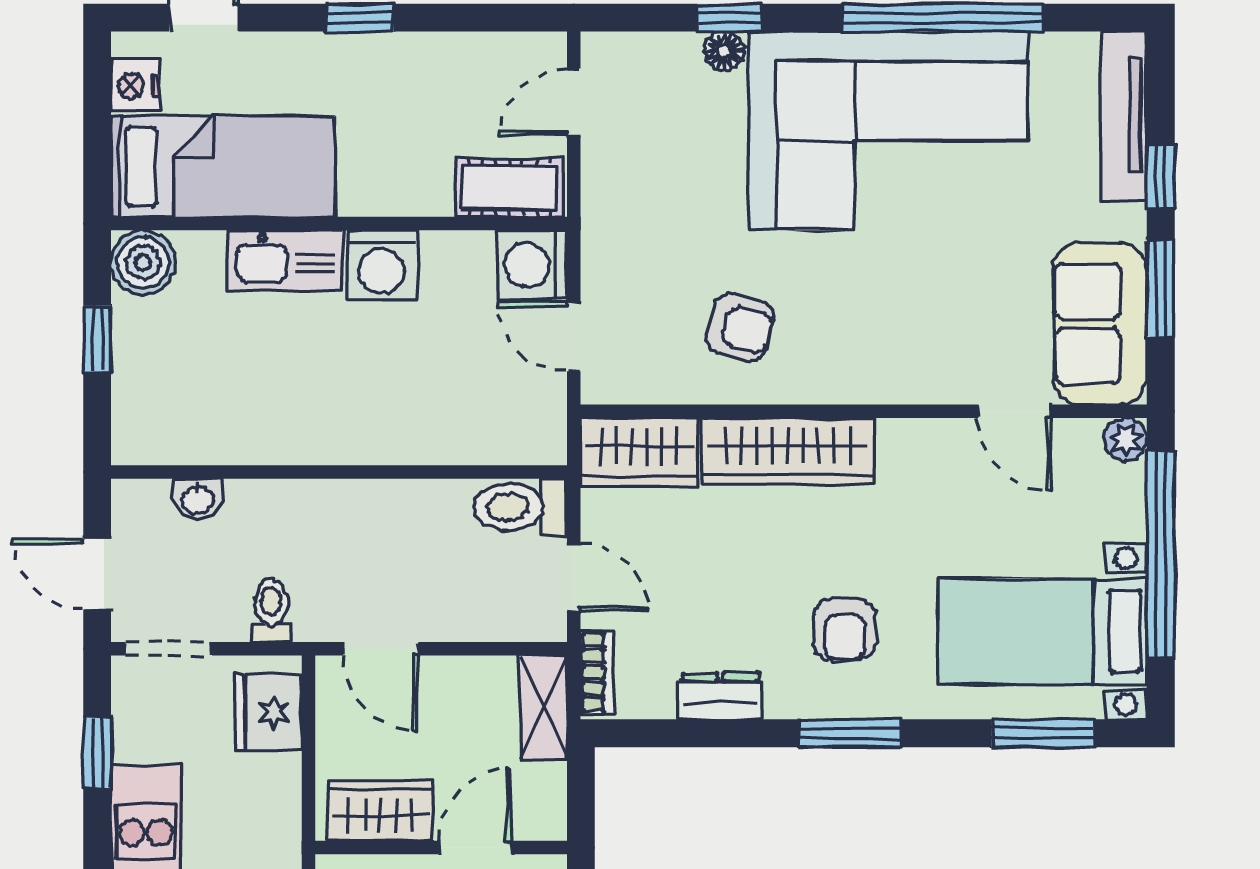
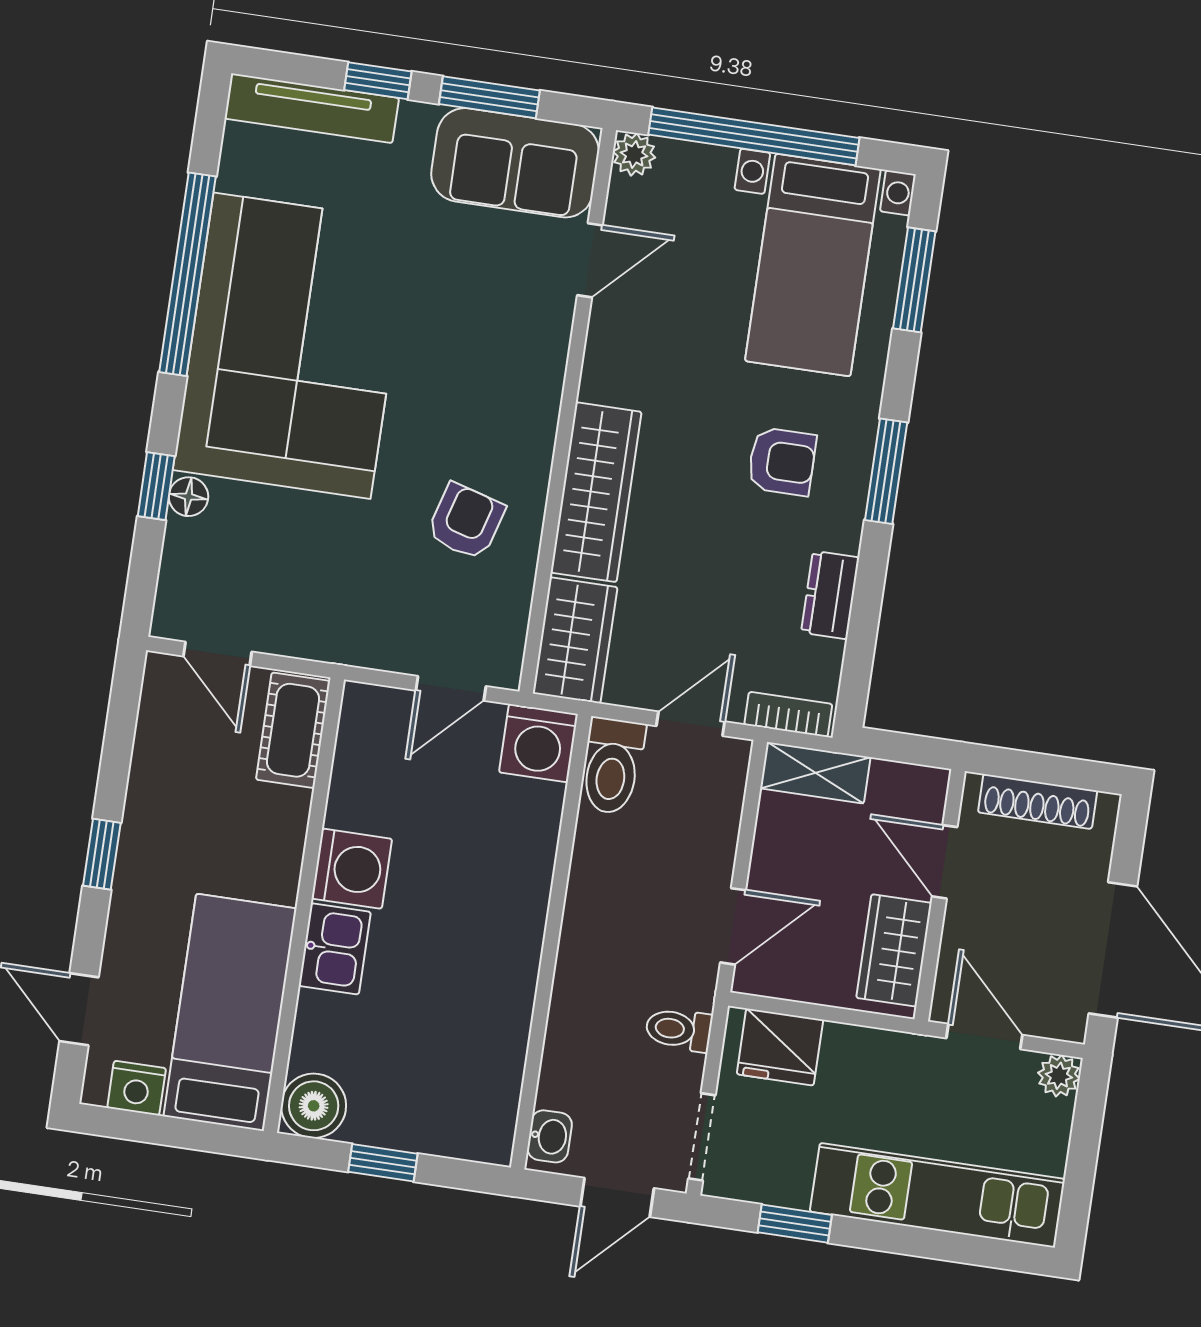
kitchen sink: (285, 260) -> (335, 949), width x0.73
washing machine: (532, 265) -> (538, 743), moved
washbasin: (198, 499) -> (550, 1136), moved

